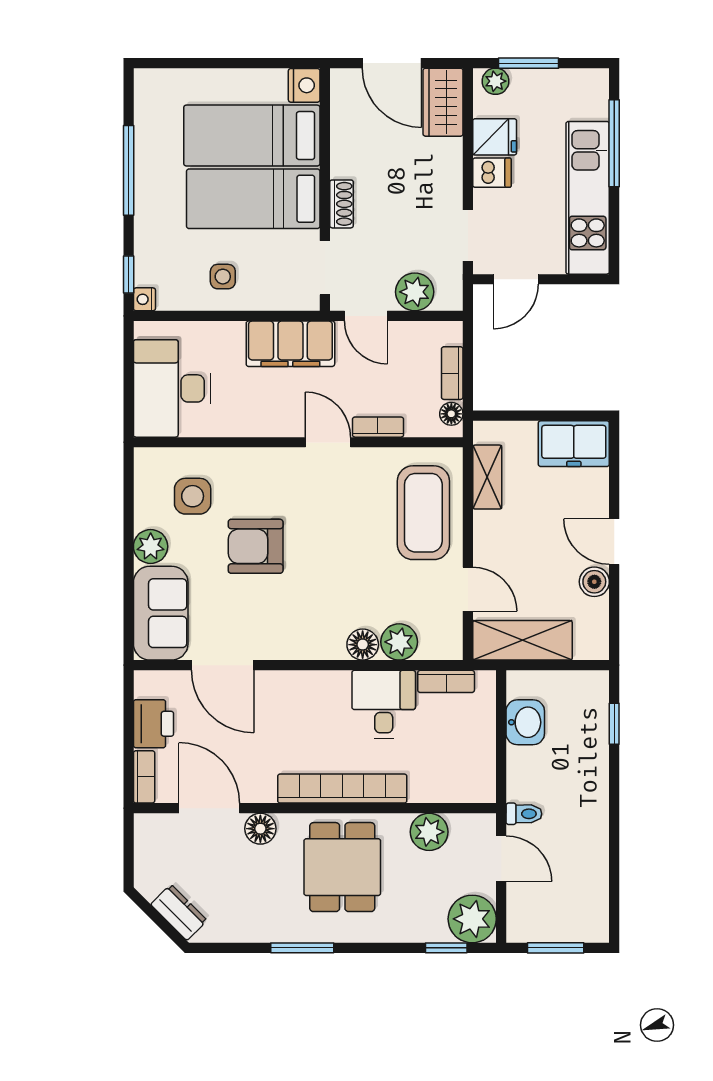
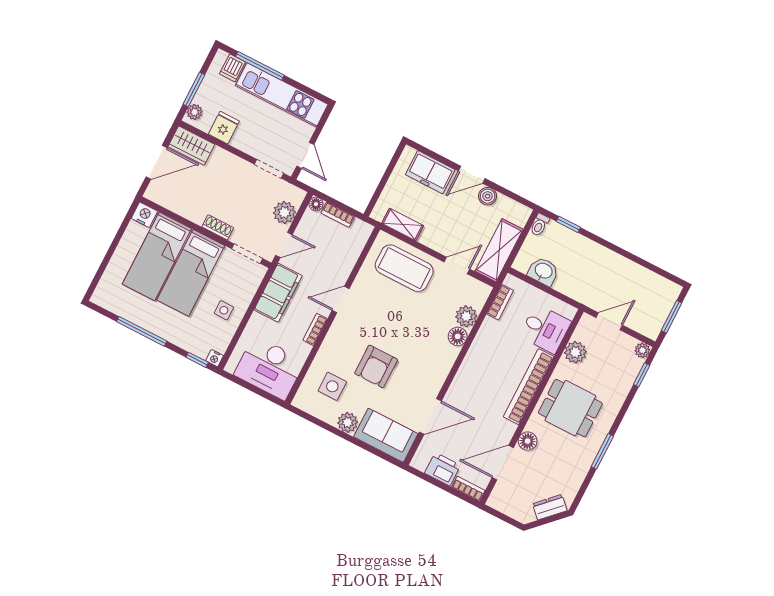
dishwasher: (492, 173) -> (232, 68), moved, turned 180
floor lamp: (451, 414) -> (316, 204), moved
bookcase: (378, 427) -> (315, 329), moved
freezer: (574, 444) -> (430, 172), moved, turned 90
desk: (384, 704) -> (545, 329), moved, turned 180
toilet: (524, 814) -> (540, 225), moved, turned 180
plant: (472, 919) -> (642, 350), width x0.53, depth x0.53

